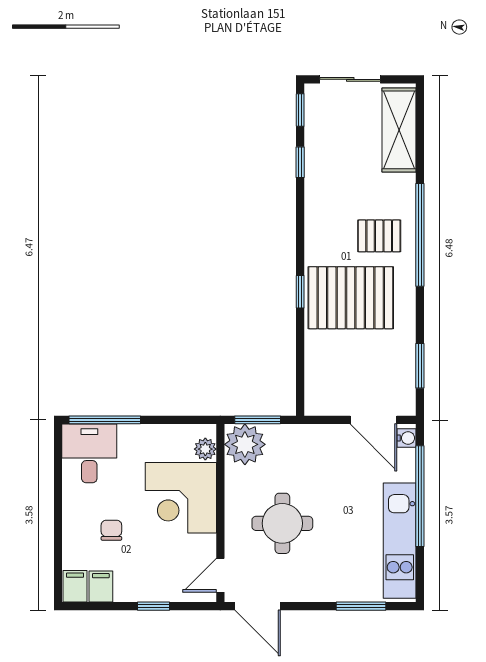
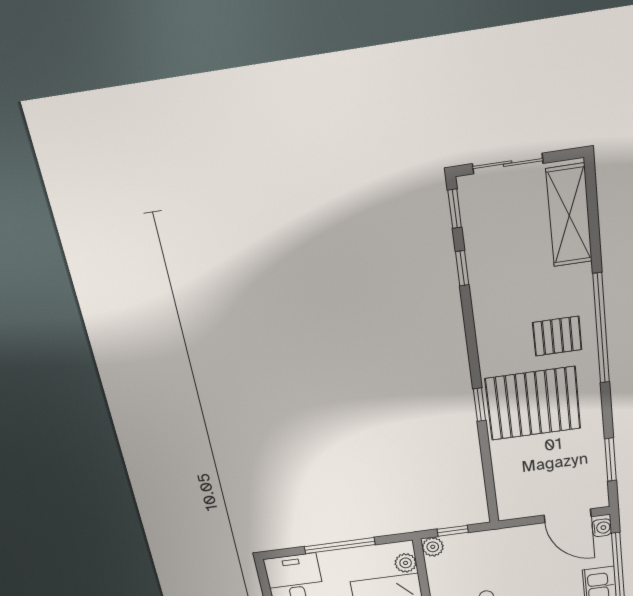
window: (105, 420) -> (340, 546), moved
window: (258, 420) -> (453, 531), width x0.67
plant: (245, 444) -> (433, 547), width x0.53, depth x0.53

